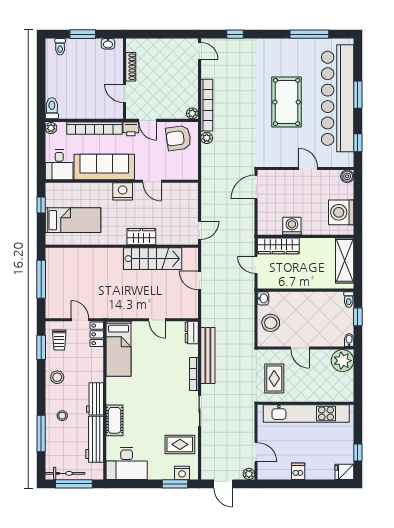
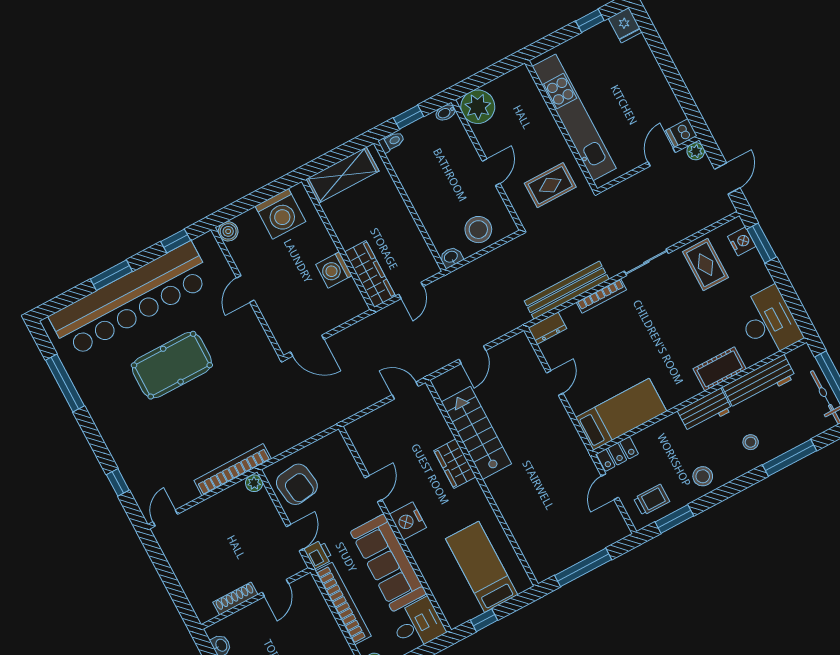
plant: (207, 138) -> (277, 447), removed
dishwasher: (298, 471) -> (681, 133), moved

